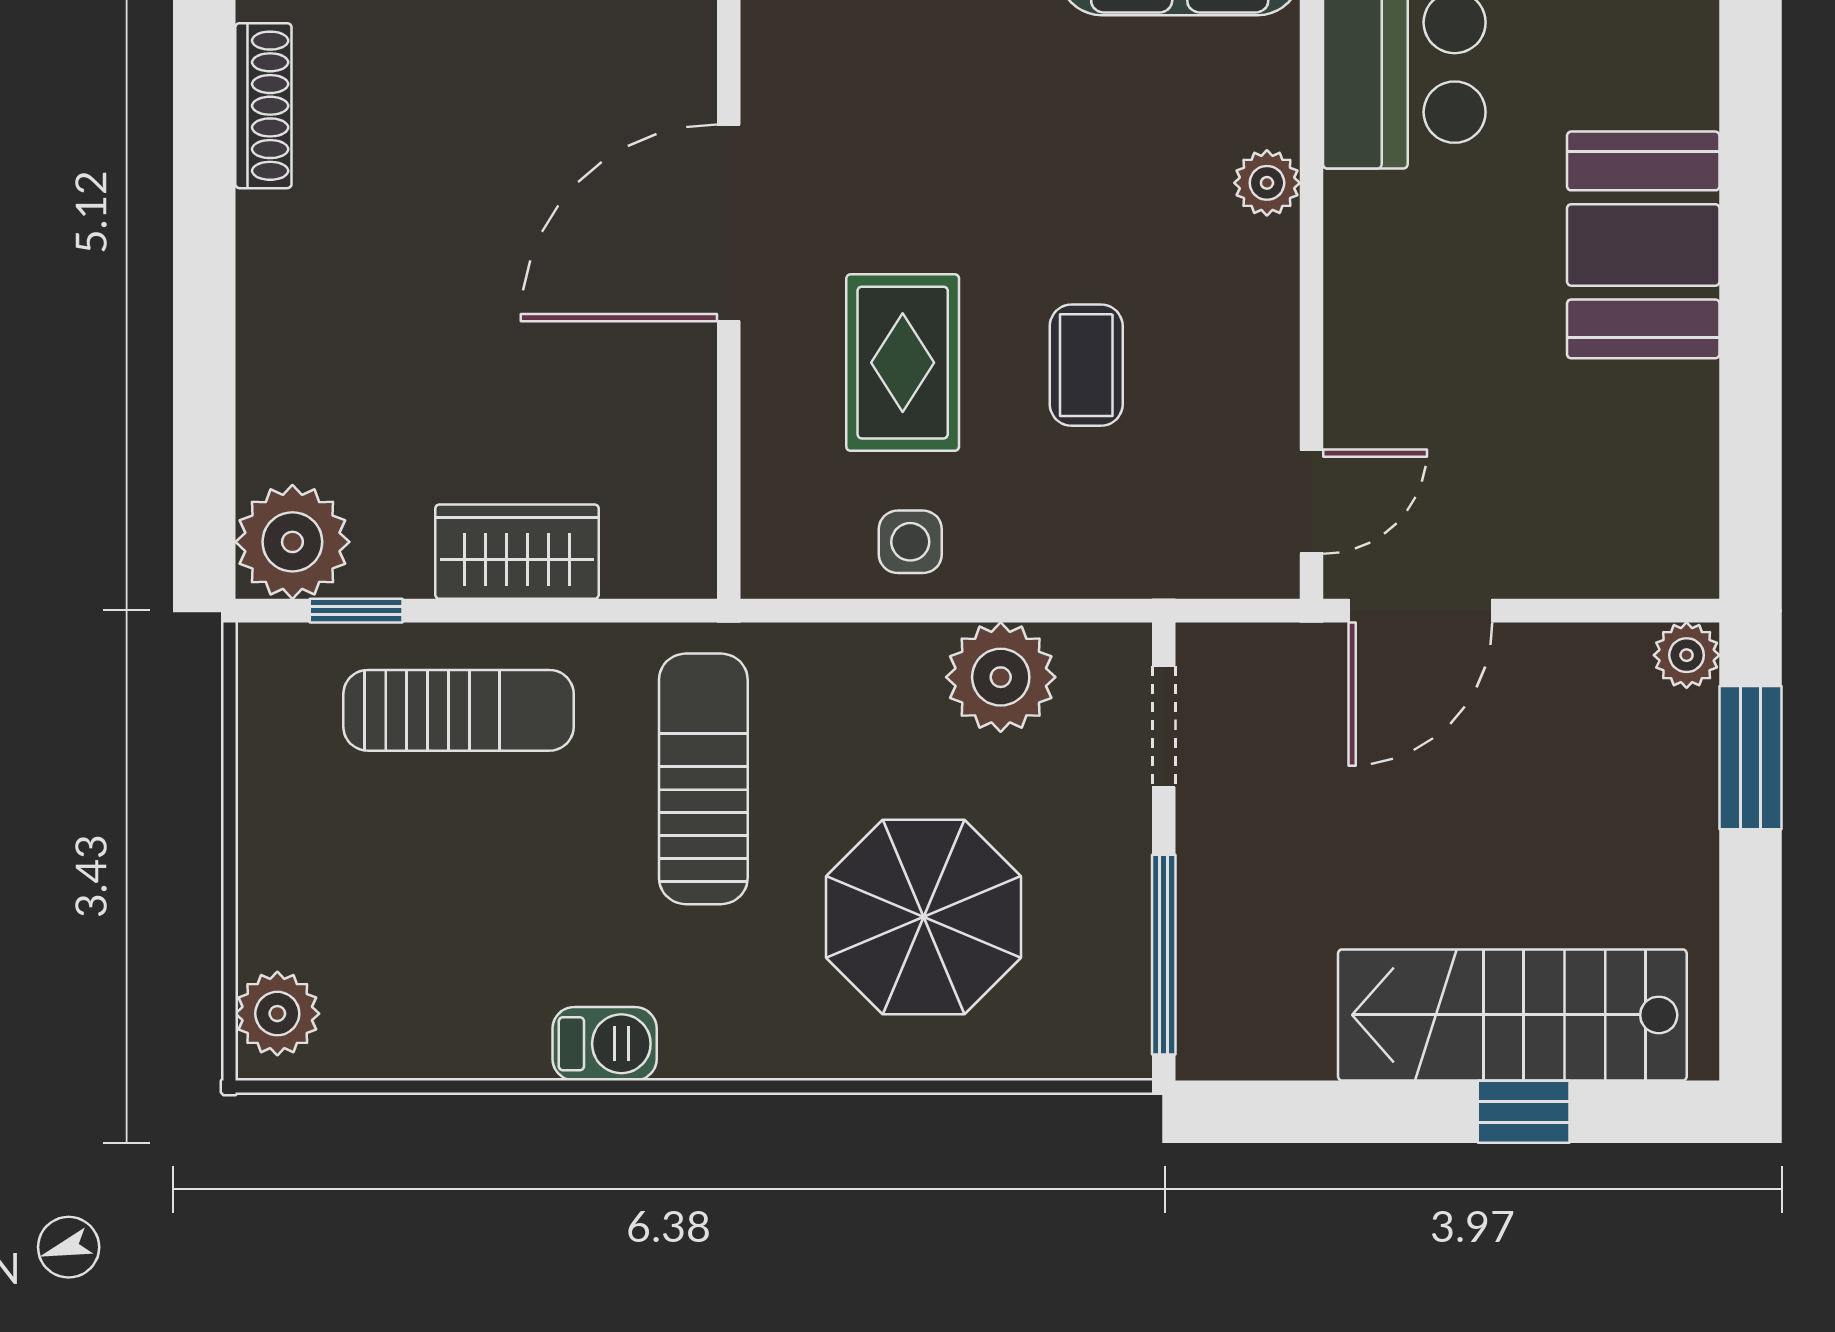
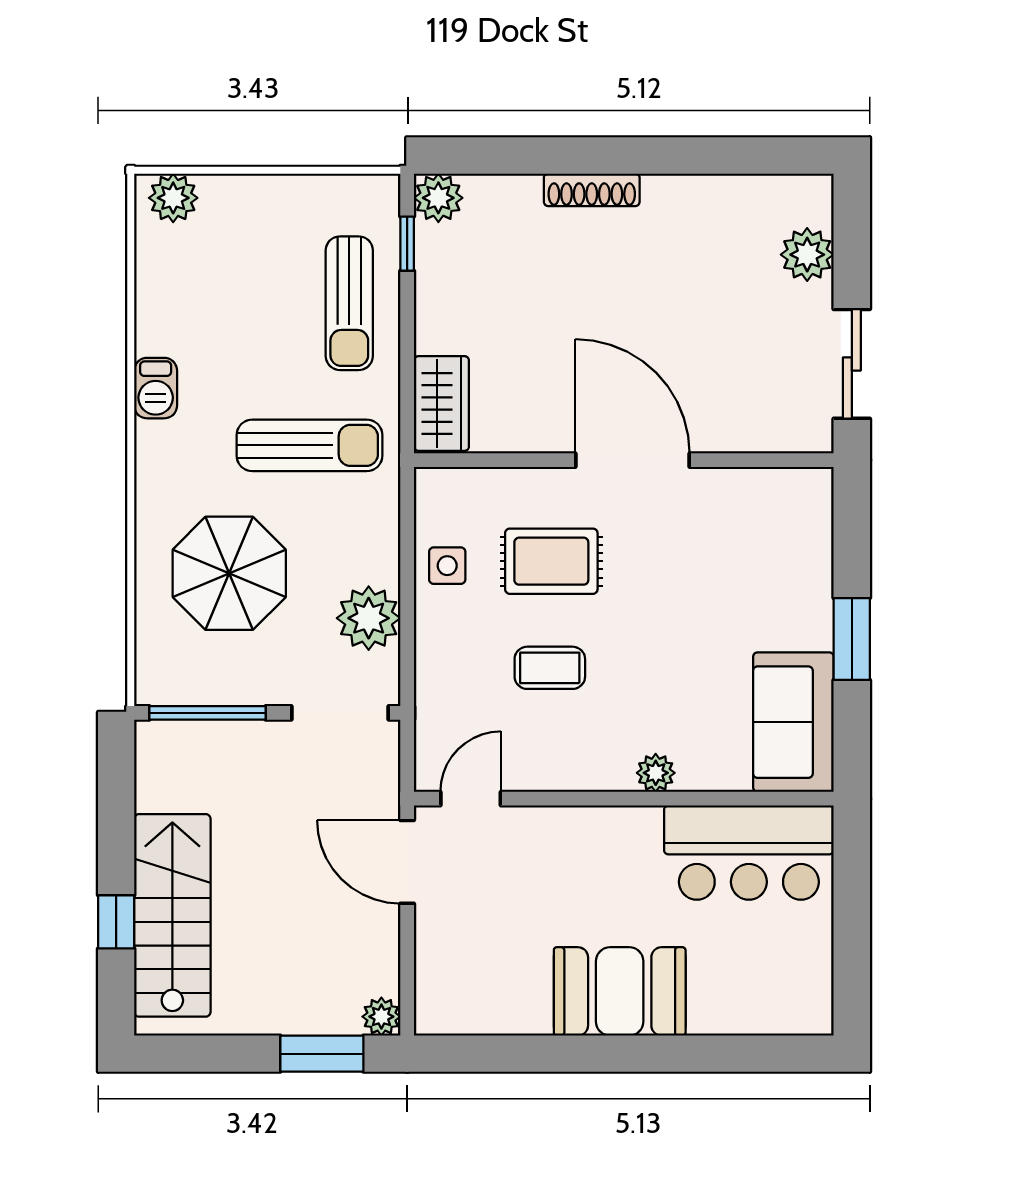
shoe rack: (263, 106) -> (592, 190), moved
door: (1311, 502) -> (471, 799), swing flipped
plant: (292, 542) -> (438, 198), width x0.73, depth x0.73
wardrobe: (517, 552) -> (441, 404), moved
doorway: (1164, 726) -> (340, 713), width x1.38

